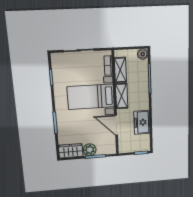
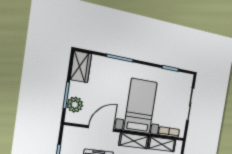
plant: (90, 150) -> (75, 105), moved

